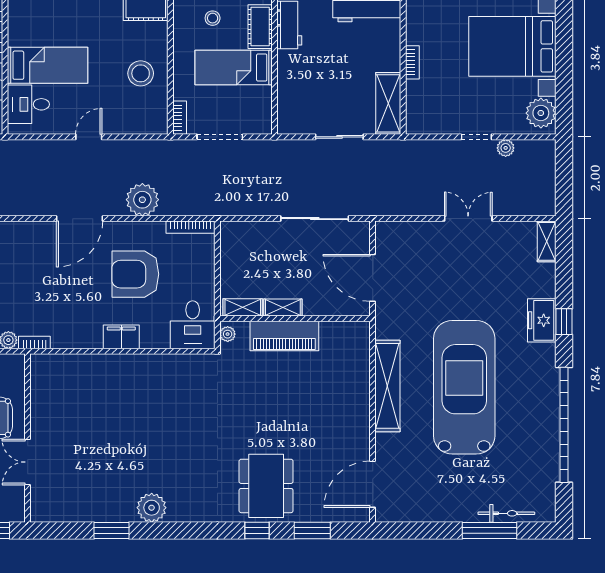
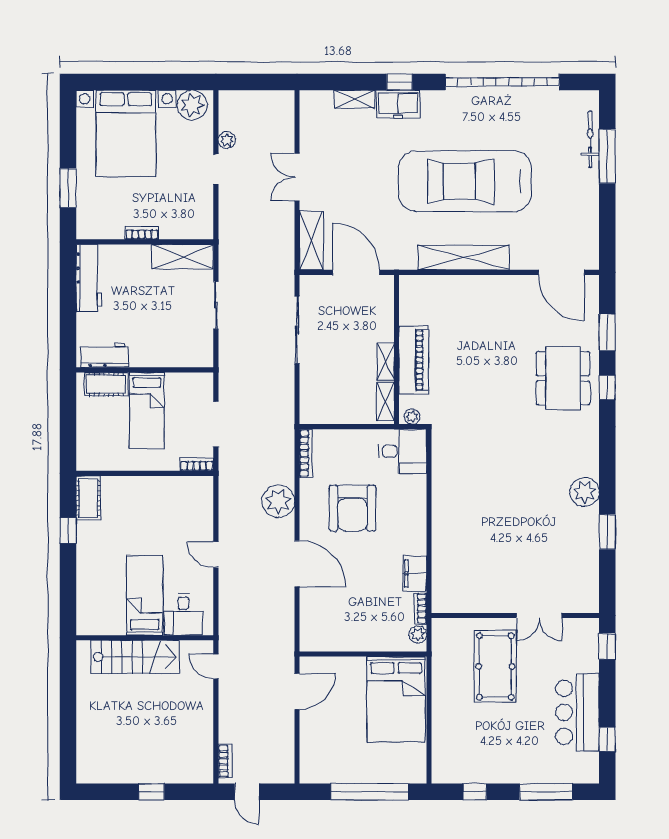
stool: (213, 18) -> (98, 431), removed
stool: (141, 73) -> (153, 503), removed
shelving: (405, 233) -> (311, 240), added
shelving: (547, 241) -> (355, 99), moved
door: (373, 278) -> (356, 272), swing flipped
filing cabinet: (121, 337) -> (415, 573), moved
dining table: (266, 486) -> (563, 378), turned 90

